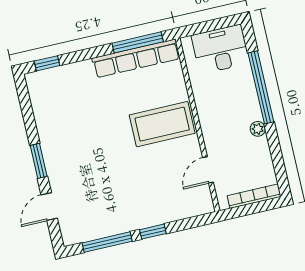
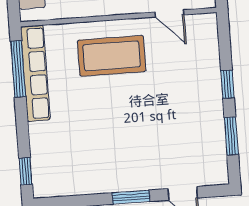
coffee table: (162, 124) -> (112, 56), turned 90
window: (107, 242) -> (231, 136), width x0.69

